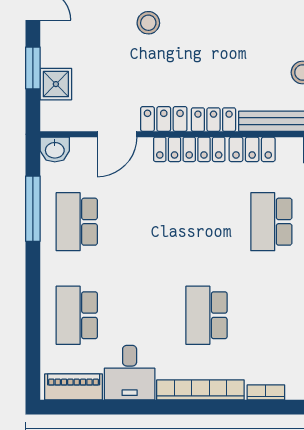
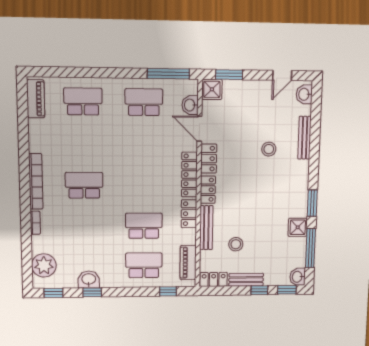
window: (33, 68) -> (229, 75), moved
shower: (56, 84) -> (212, 89), moved
washbasin: (55, 150) -> (190, 105), moved
window: (33, 209) -> (168, 74), moved
desk: (130, 373) -> (46, 136), removed

